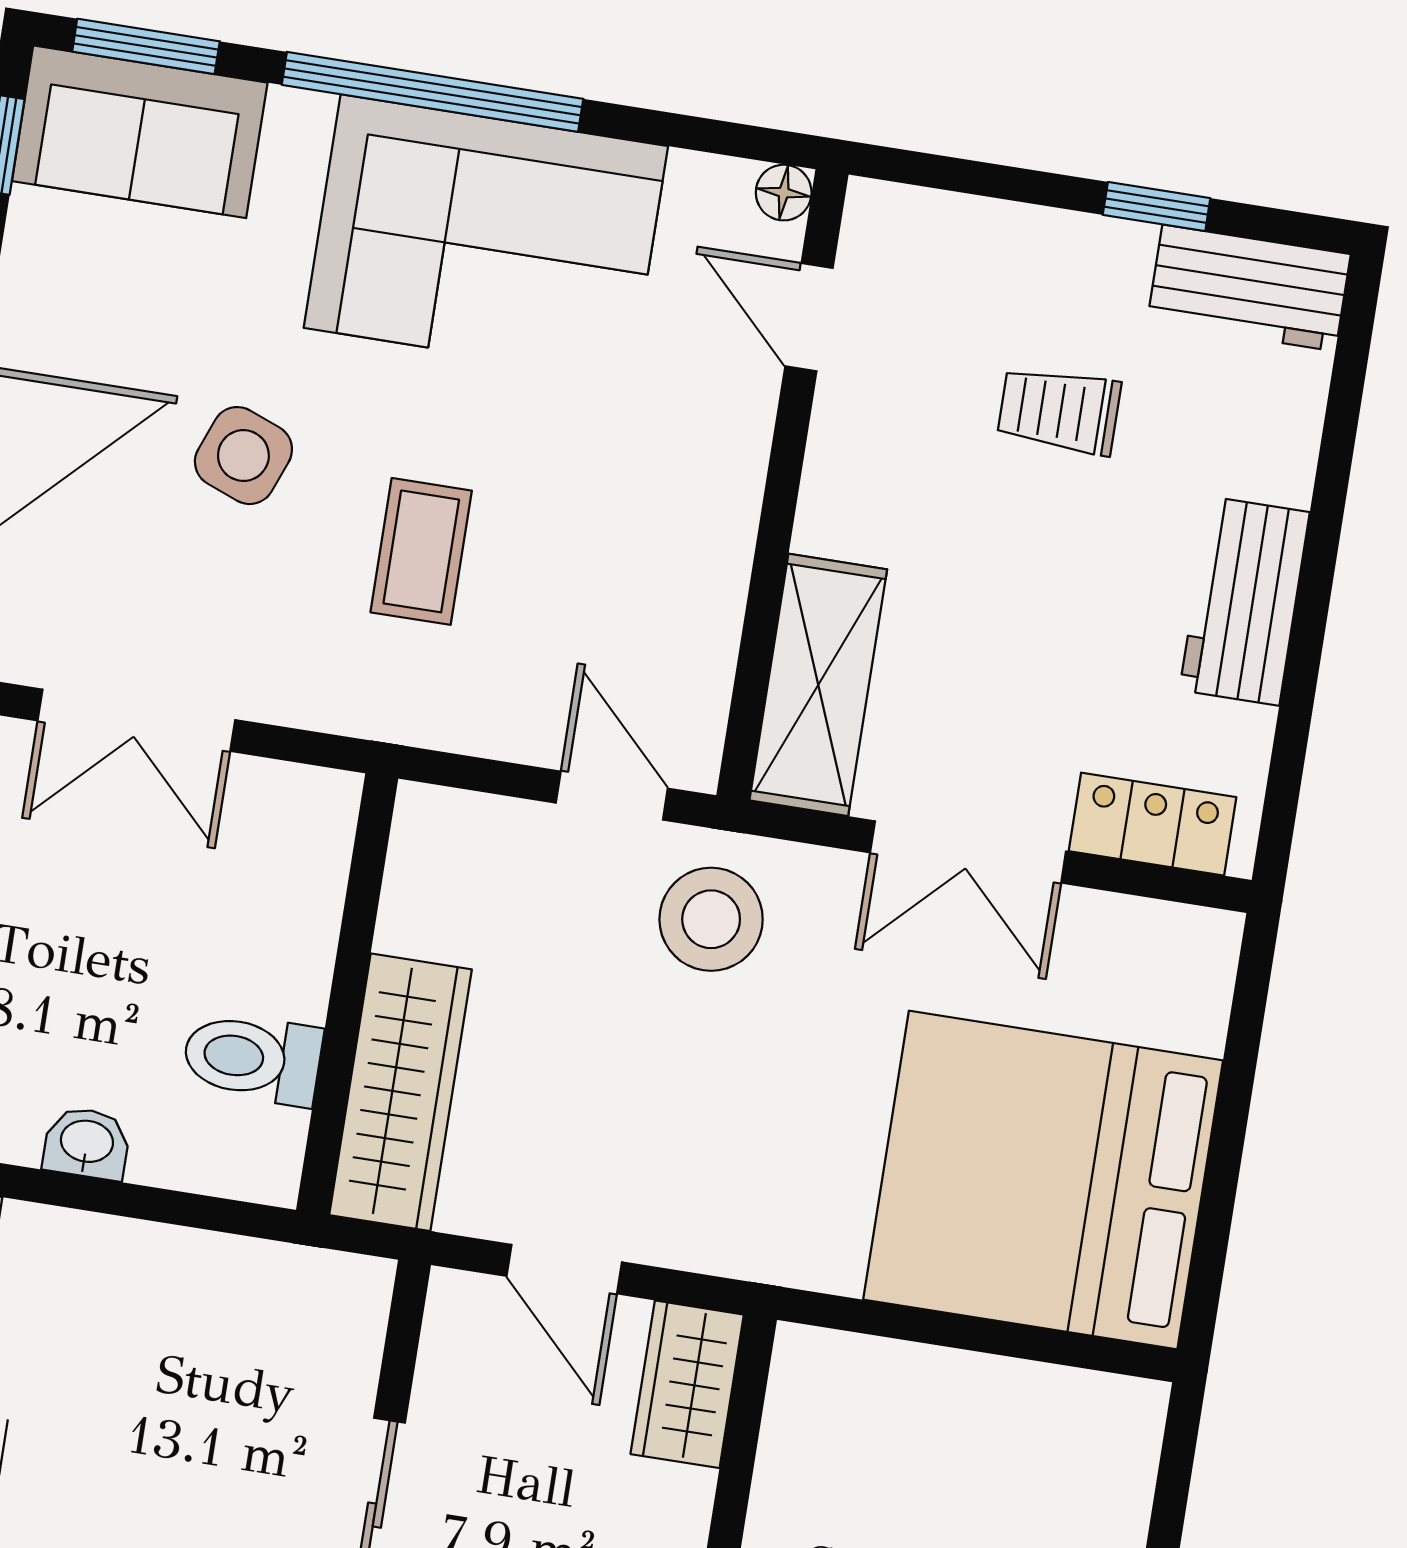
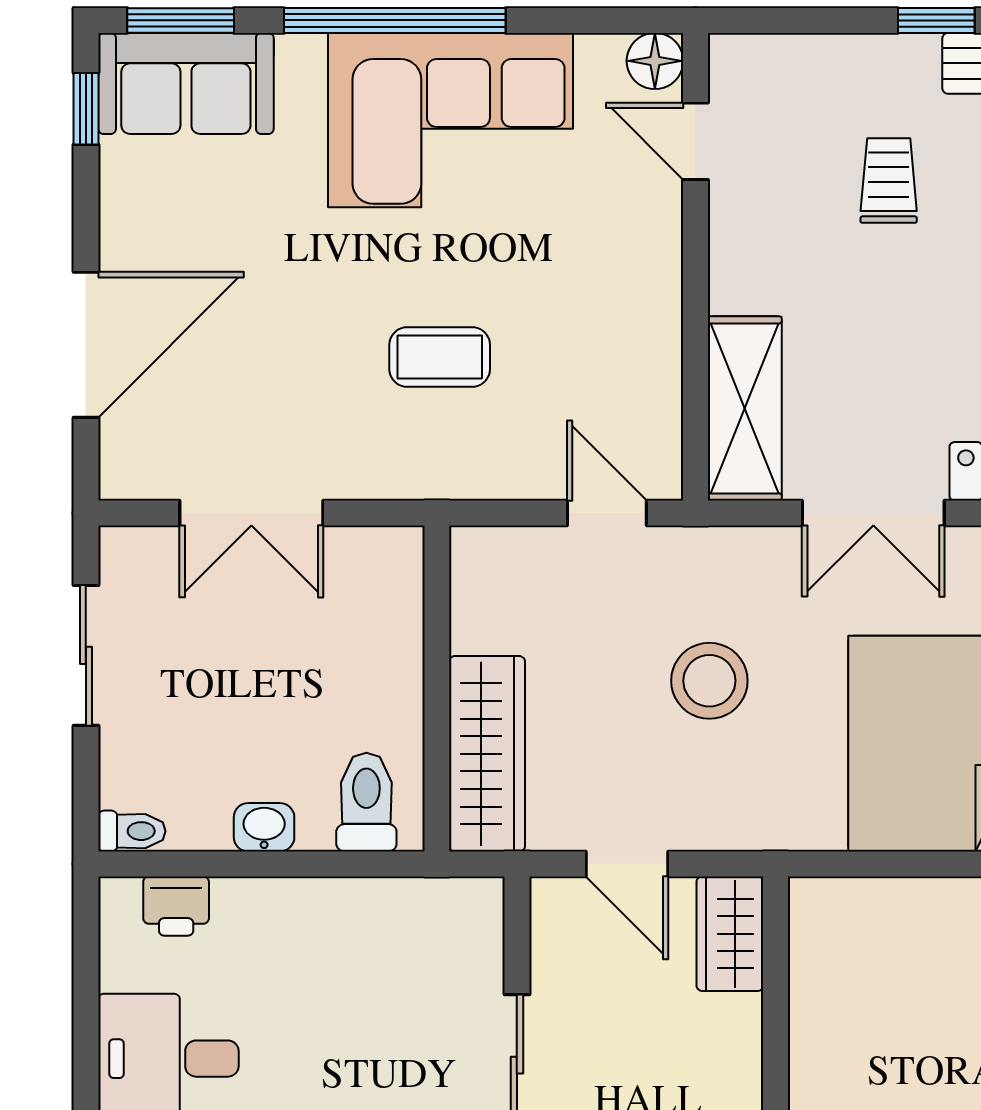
floor lamp: (784, 193) -> (655, 61), width x1.37, depth x1.37
trolley: (1059, 411) -> (889, 181), turned 90
side table: (243, 456) -> (299, 308), removed
coffee table: (421, 551) -> (440, 357), turned 90
stool: (711, 919) -> (709, 681), moved
toilet: (252, 1058) -> (366, 802), moved, turned 90

